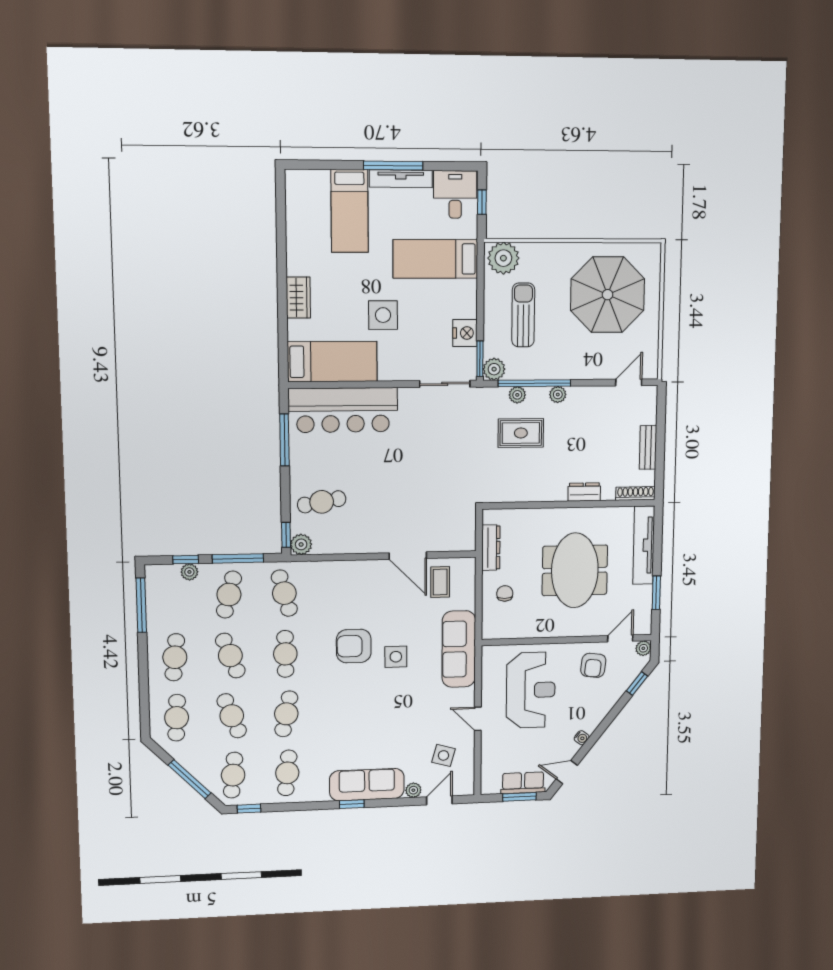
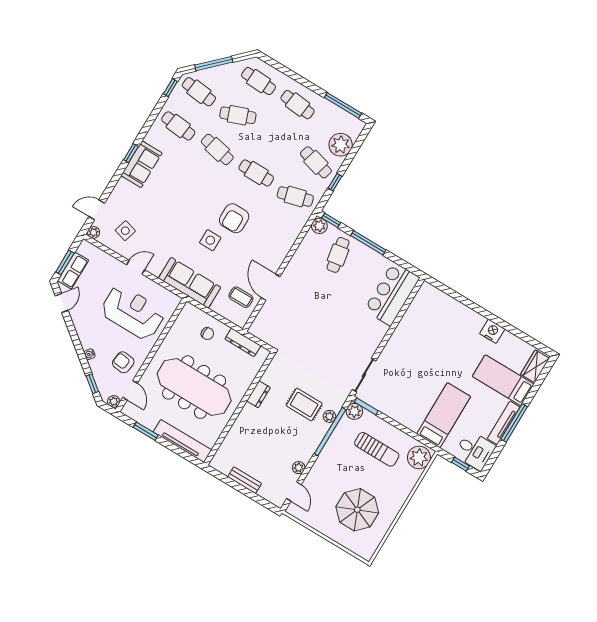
parasol: (608, 295) -> (357, 510), width x0.73, depth x0.73
wardrobe: (298, 298) -> (535, 366), moved, turned 90
side table: (383, 315) -> (429, 363), removed
nightstand: (465, 333) -> (492, 331), moved, turned 180
bed: (332, 362) -> (420, 315), removed
plant: (558, 395) -> (299, 468), moved
bar counter: (343, 410) -> (392, 294), width x0.73
rug: (521, 433) -> (304, 405), turned 90
window: (284, 440) -> (368, 243), moved
dresser: (584, 492) -> (259, 394), moved
shoe rack: (635, 493) -> (220, 455), removed
door: (408, 556) -> (271, 287), hinge flipped
window: (238, 558) -> (335, 182), width x0.46
window: (186, 560) -> (354, 150), removed
meeting table: (575, 570) -> (194, 387), width x1.36
plant: (189, 572) -> (341, 145), width x1.88, depth x1.88
armchair: (354, 646) -> (234, 218), turned 180
cafe table: (230, 656) -> (277, 139), removed
reception desk: (531, 690) -> (133, 312), turned 180
water cooler: (582, 738) -> (90, 354), moved
sofa: (367, 785) -> (142, 164), width x0.73
plant: (413, 790) -> (94, 232), moved
door: (439, 800) -> (97, 210), swing flipped

